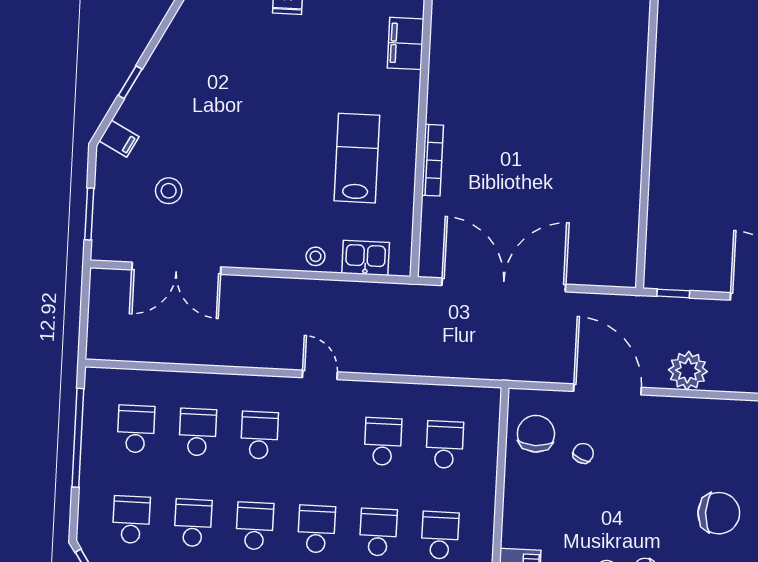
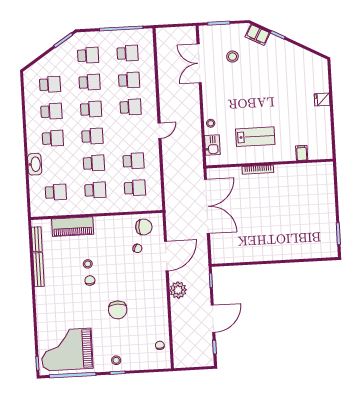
filing cabinet: (406, 43) -> (302, 153), width x0.50
filing cabinet: (119, 139) -> (258, 35), width x2.00

